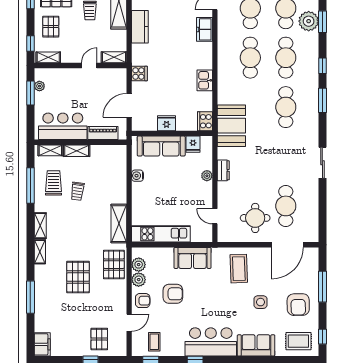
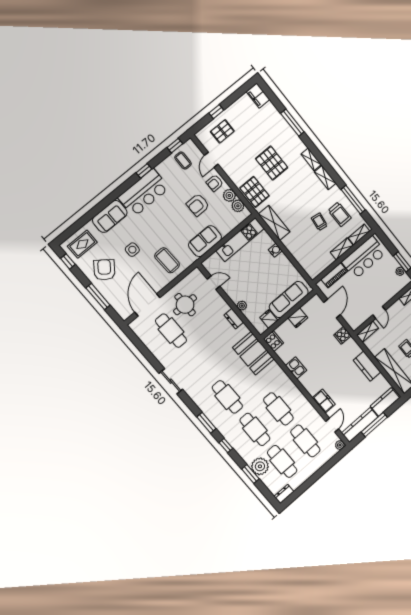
water cooler: (137, 176) -> (275, 250), moved
armchair: (298, 305) -> (104, 270), turned 38
pallet: (99, 339) -> (222, 131), turned 90

